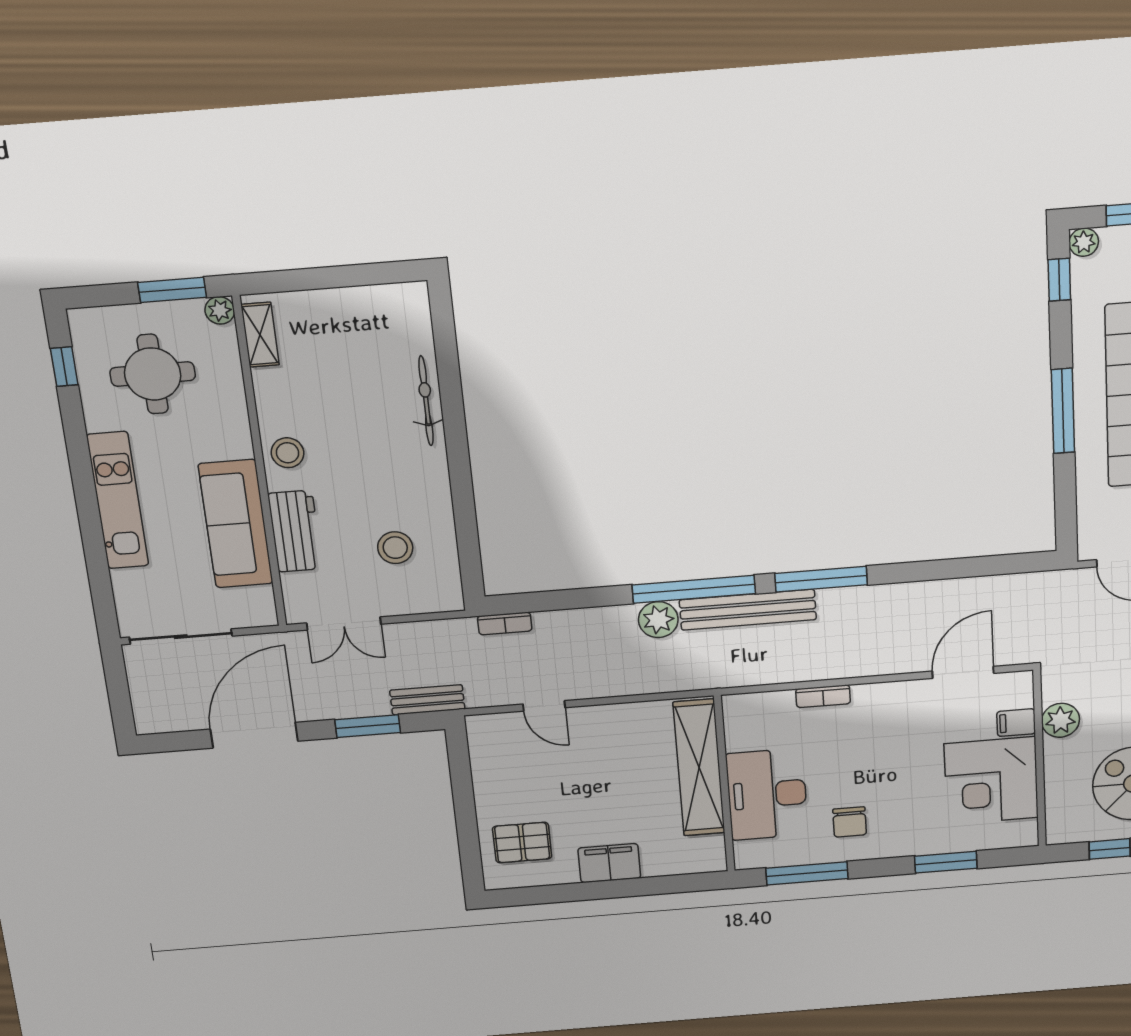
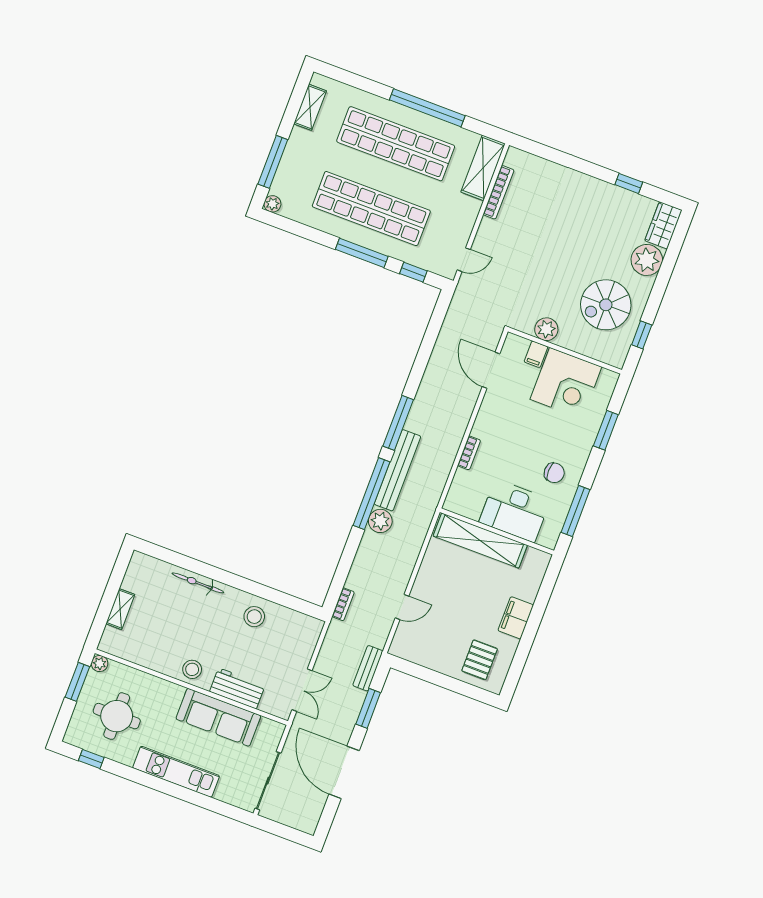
window: (1059, 280) -> (413, 272), moved
shelving: (260, 335) -> (120, 609), moved, turned 90
stool: (395, 548) -> (254, 617), moved

